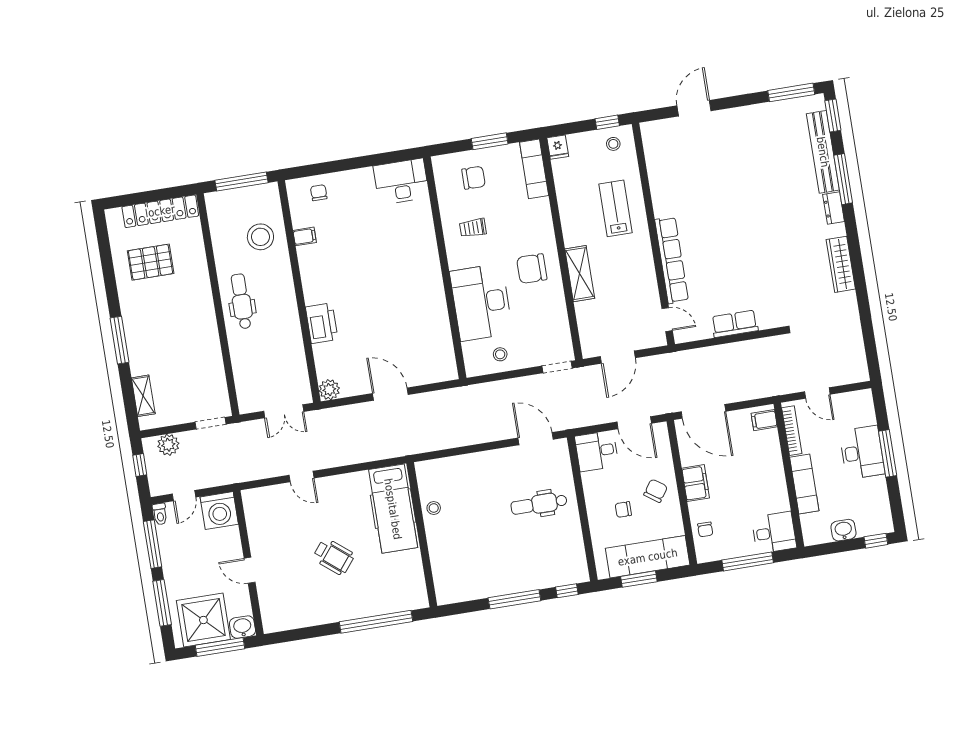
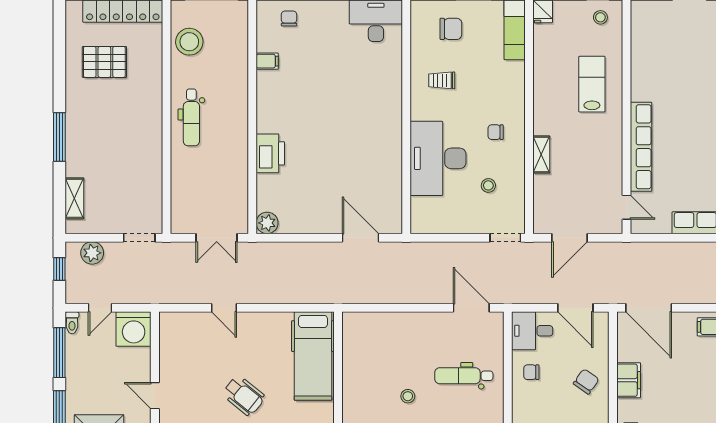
stool: (260, 237) -> (189, 42), moved
chair: (532, 269) -> (496, 132), width x0.54, depth x0.54
shelving: (580, 274) -> (541, 155), width x0.67, depth x0.75
dental chair: (241, 301) -> (191, 117), turned 180
stool: (500, 354) -> (488, 185), moved
door: (390, 394) -> (360, 238), moved
stool: (434, 508) -> (408, 396), moved
chair: (623, 510) -> (531, 372), moved

